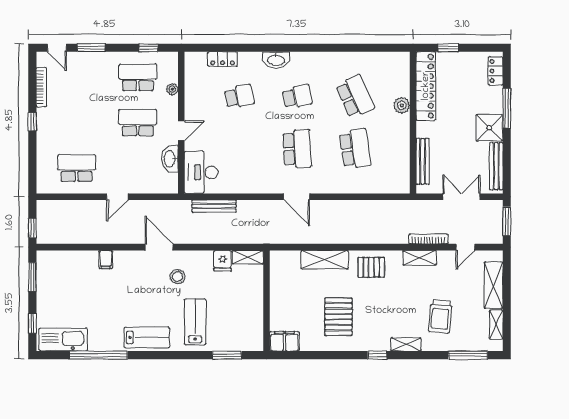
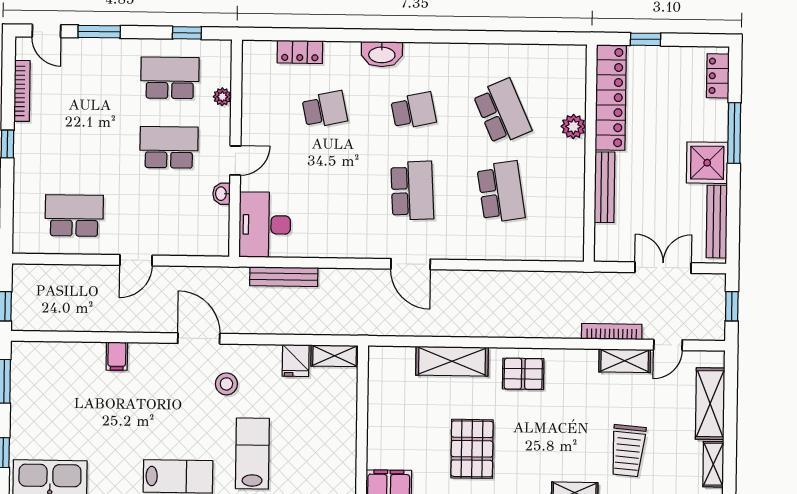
washbasin: (170, 159) -> (221, 194), width x0.52, depth x0.69
bench: (423, 161) -> (605, 187), moved
window: (507, 221) -> (732, 306), width x0.67
shelving: (420, 258) -> (625, 361), moved

